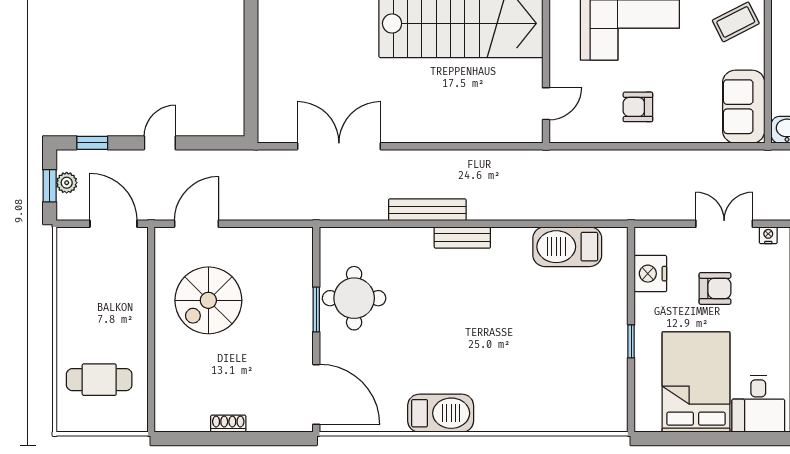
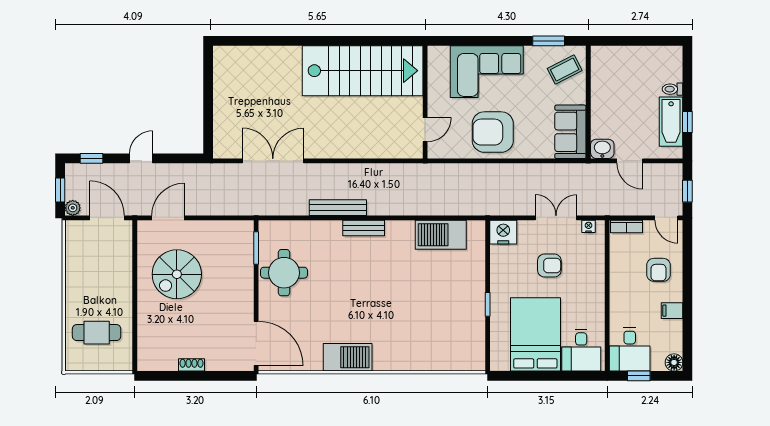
armchair: (638, 107) -> (493, 132), width x1.88, depth x1.88
plant: (67, 183) -> (73, 208), moved
nightstand: (650, 274) -> (503, 232), moved, turned 90
window: (316, 310) -> (256, 248), moved

